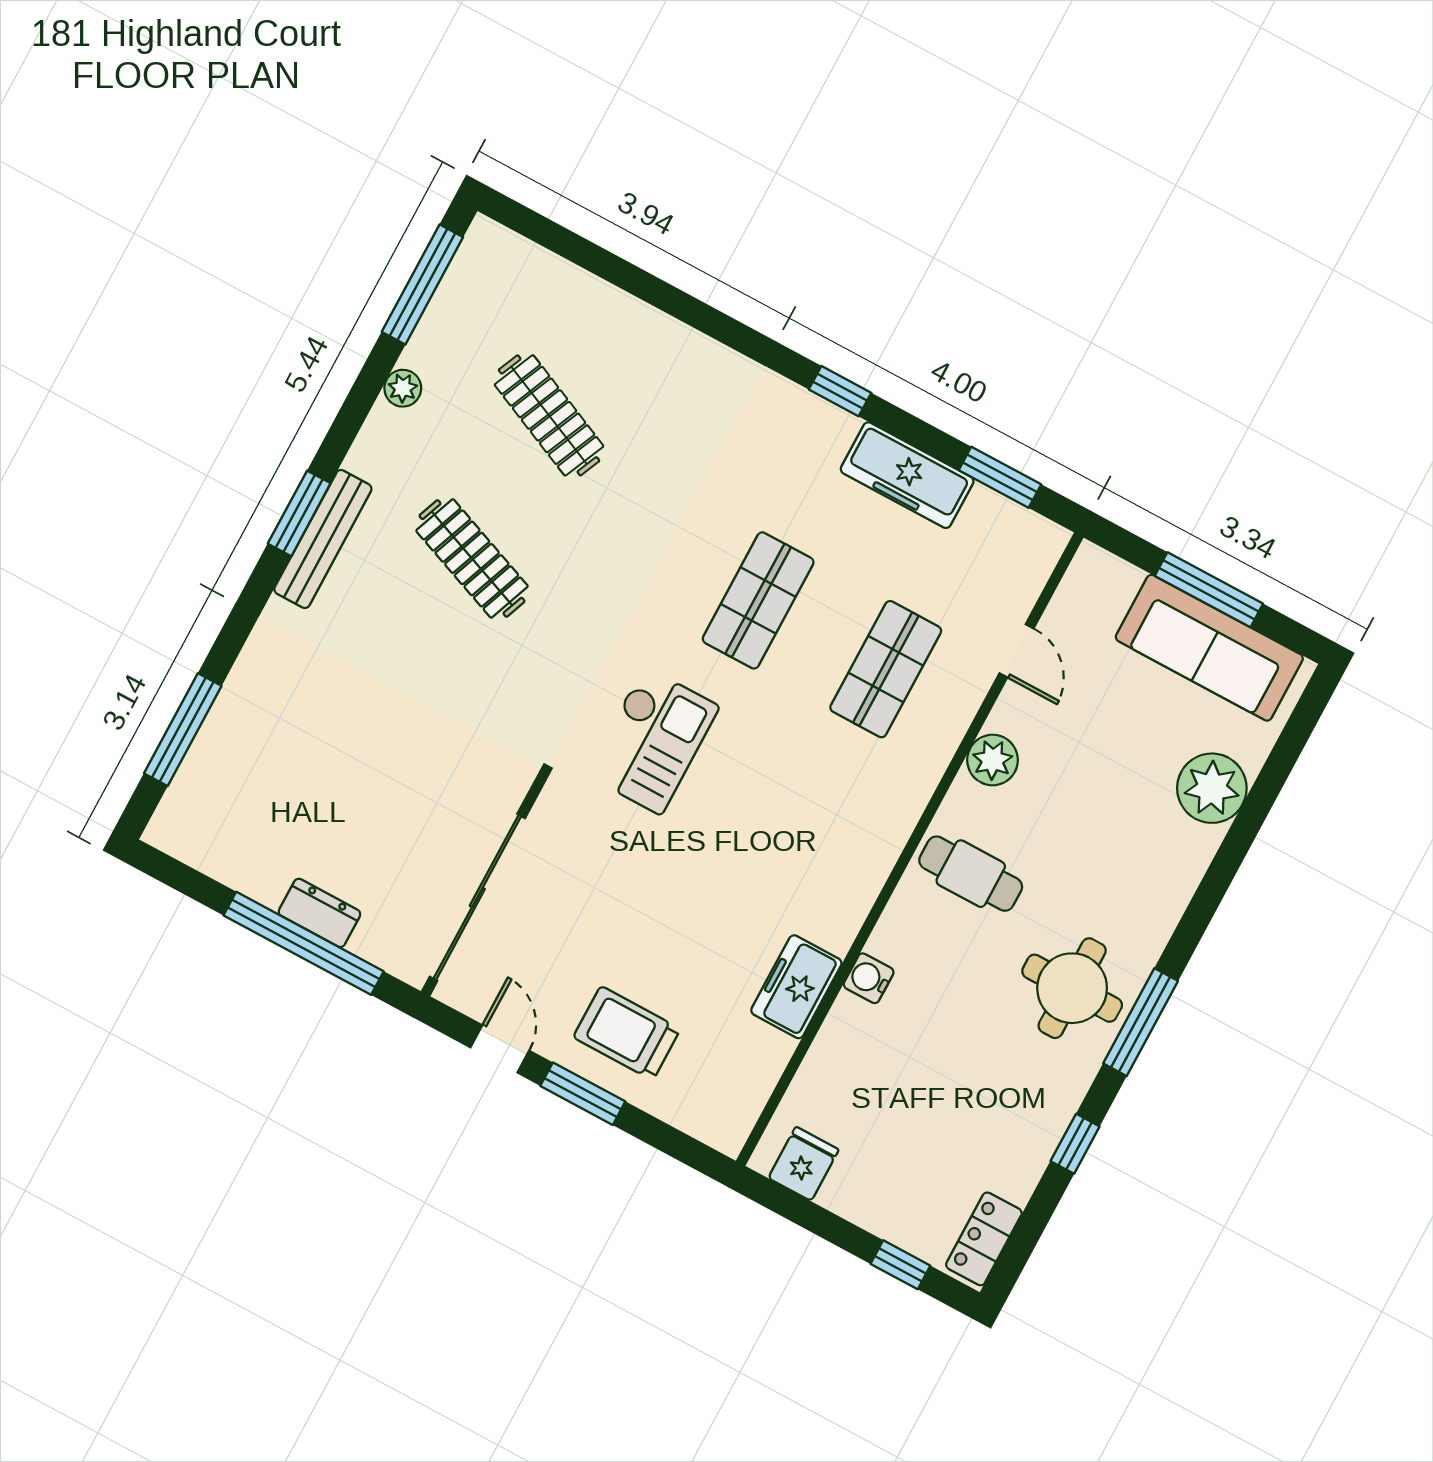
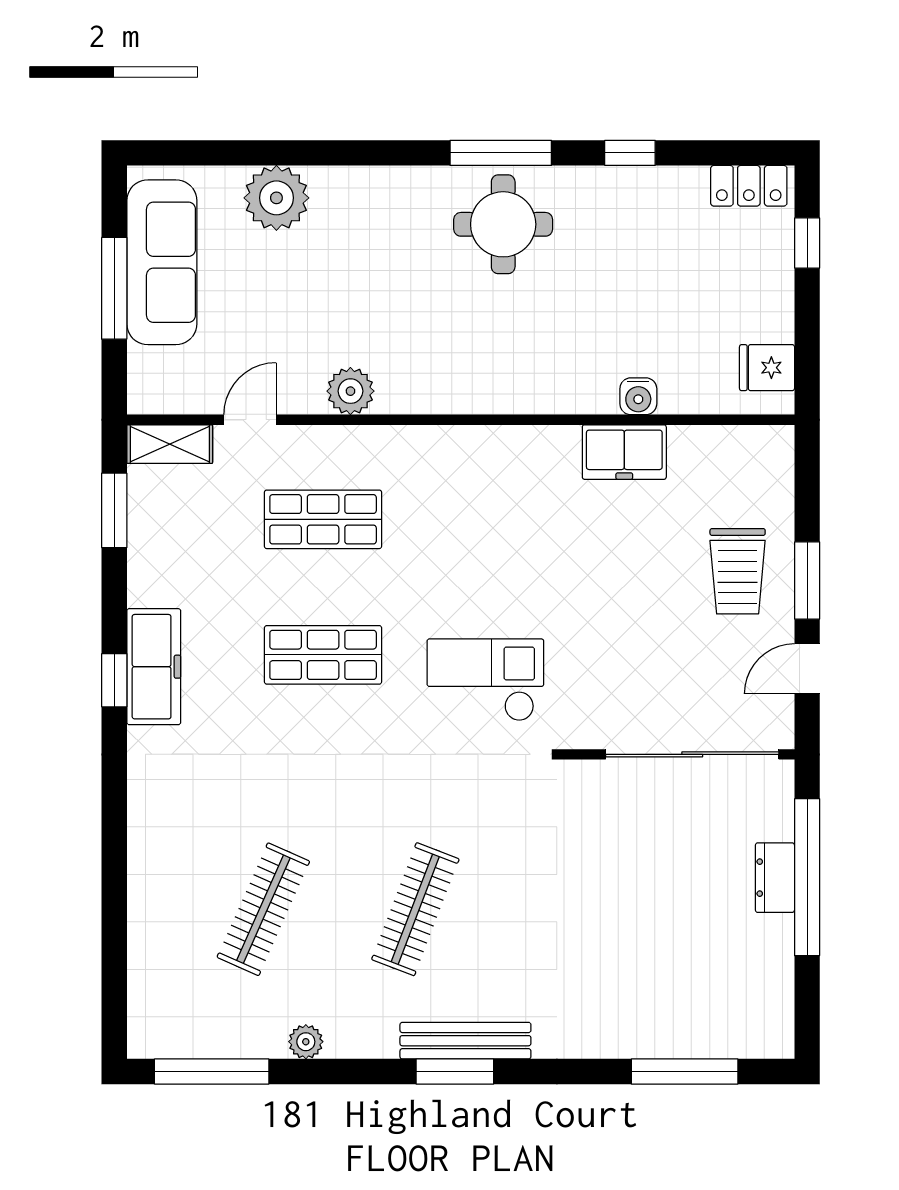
freezer: (907, 475) -> (154, 667), moved
shelving: (1034, 563) -> (170, 444), added
cafe table: (971, 874) -> (454, 359), removed
water cooler: (869, 978) -> (638, 396), moved

